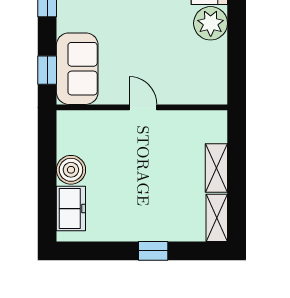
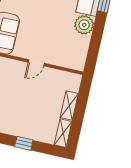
door: (143, 107) -> (36, 63), swing flipped

